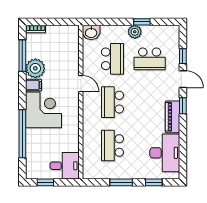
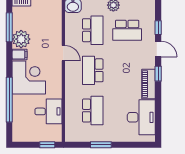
school desk: (112, 145) -> (93, 111), turned 180
desk: (65, 166) -> (48, 111), moved
window: (45, 182) -> (47, 145), moved
window: (154, 182) -> (131, 145), removed

